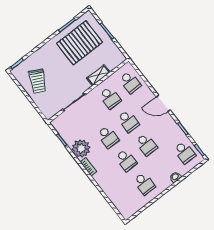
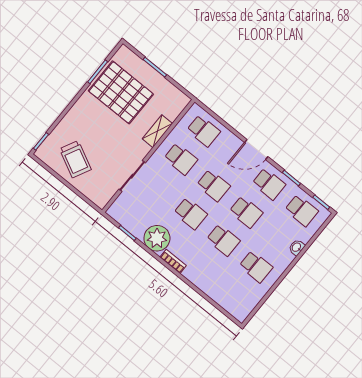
pallet: (80, 43) -> (121, 92), turned 90
school desk: (166, 129) -> (269, 184), added

